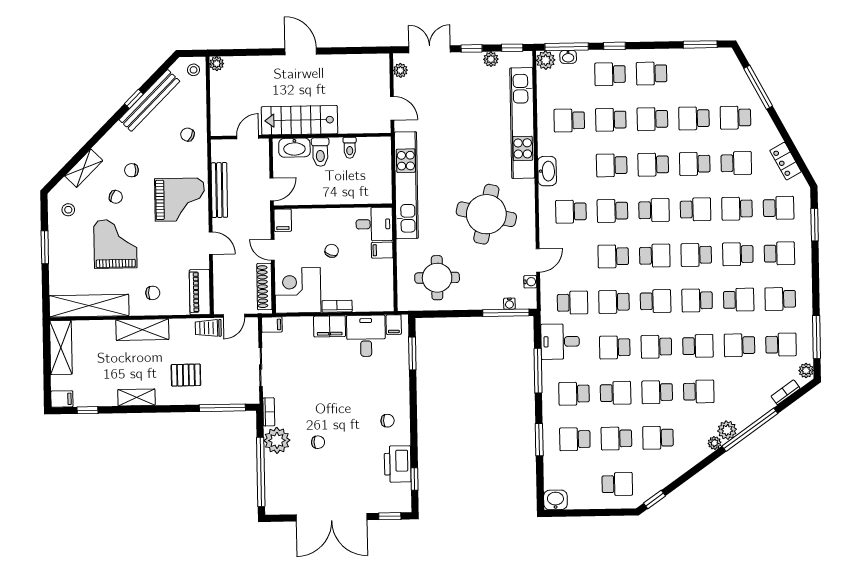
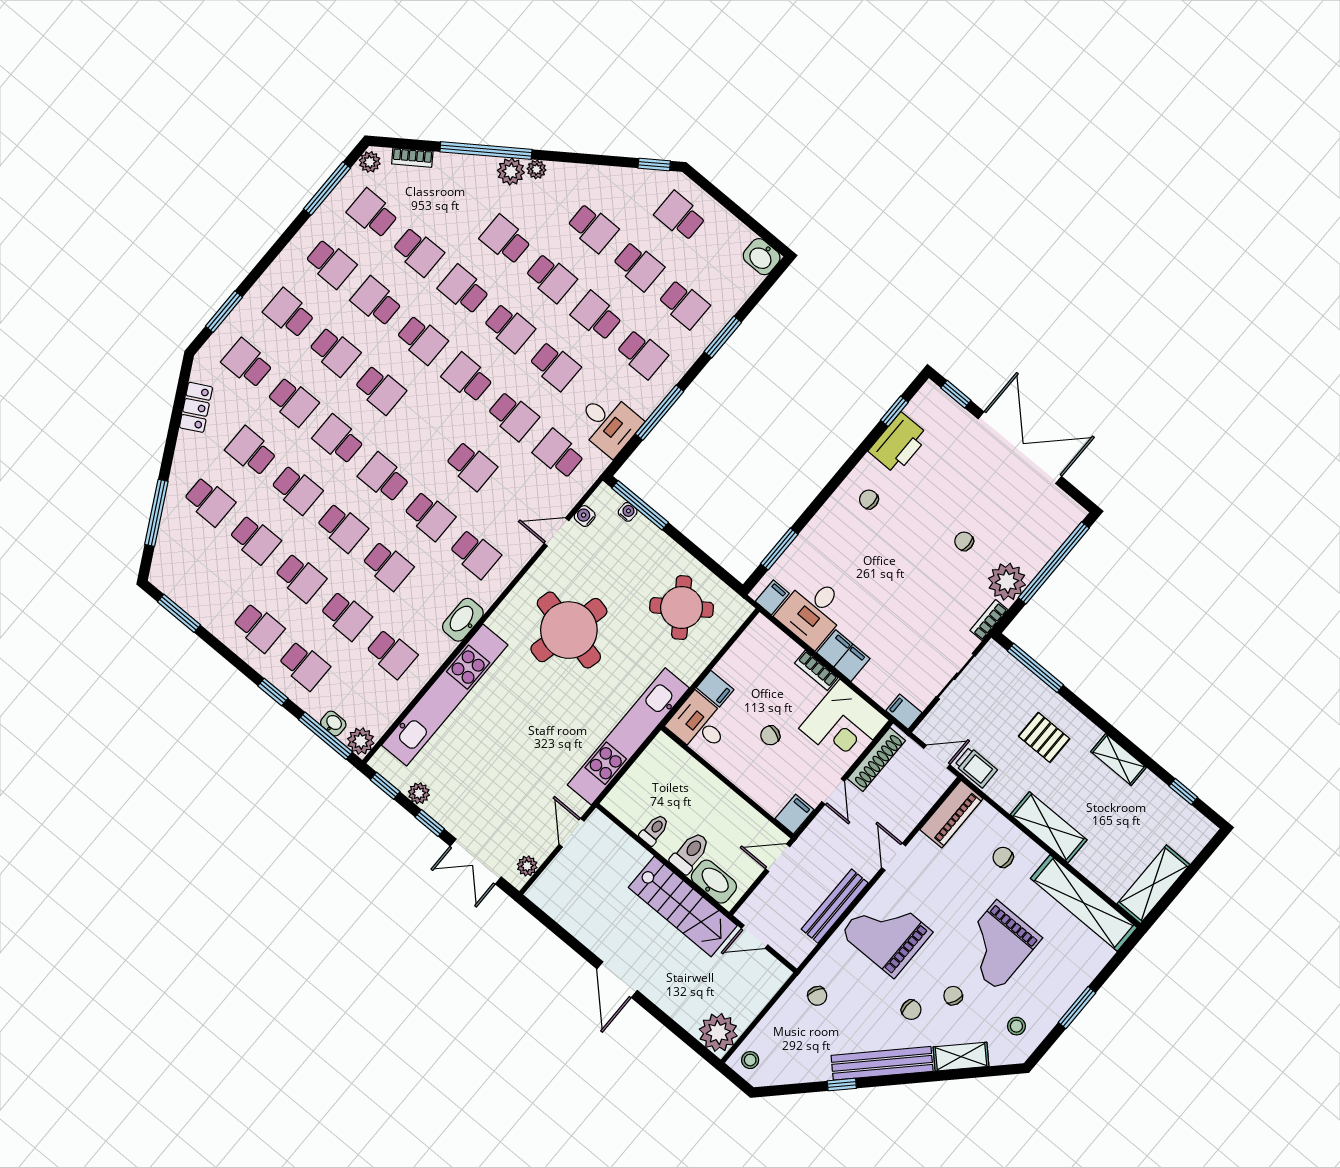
plant: (217, 64) -> (718, 1032), width x1.87, depth x1.87
bench: (149, 100) -> (882, 1063), moved
school desk: (655, 256) -> (426, 428), removed
round table: (437, 278) -> (682, 608), turned -35
filing cabinet: (62, 399) -> (1200, 828), removed

